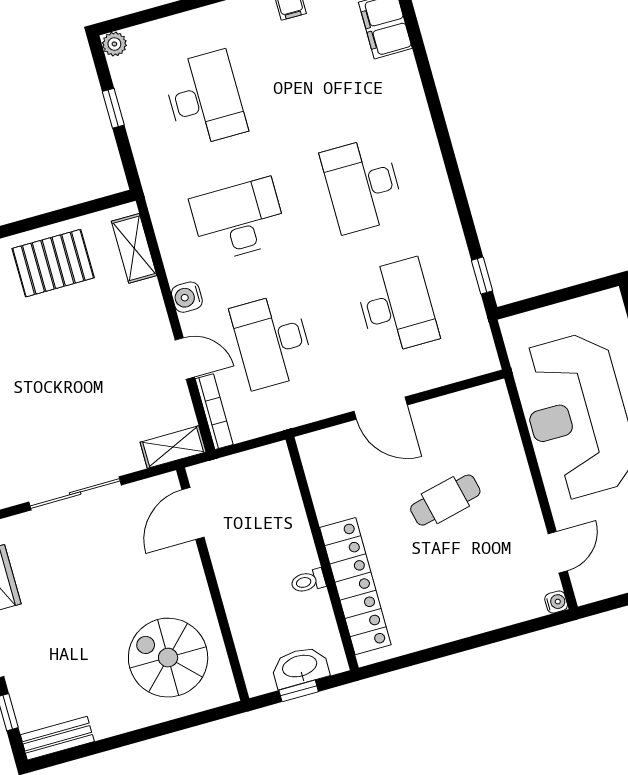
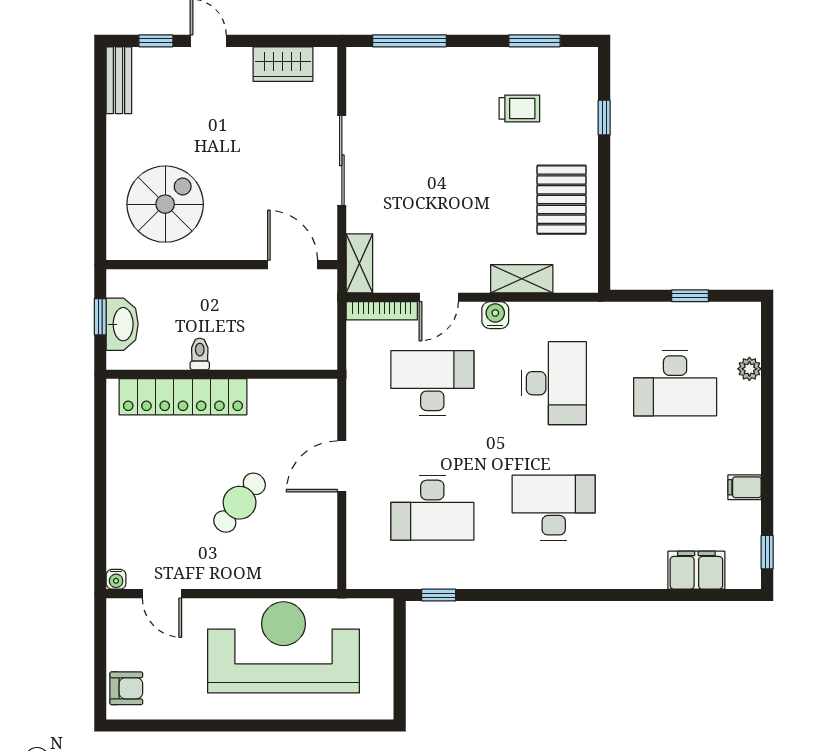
plant: (114, 44) -> (749, 369), moved
shelving: (134, 248) -> (522, 279), moved
cafe table: (445, 500) -> (240, 503), turned 51

